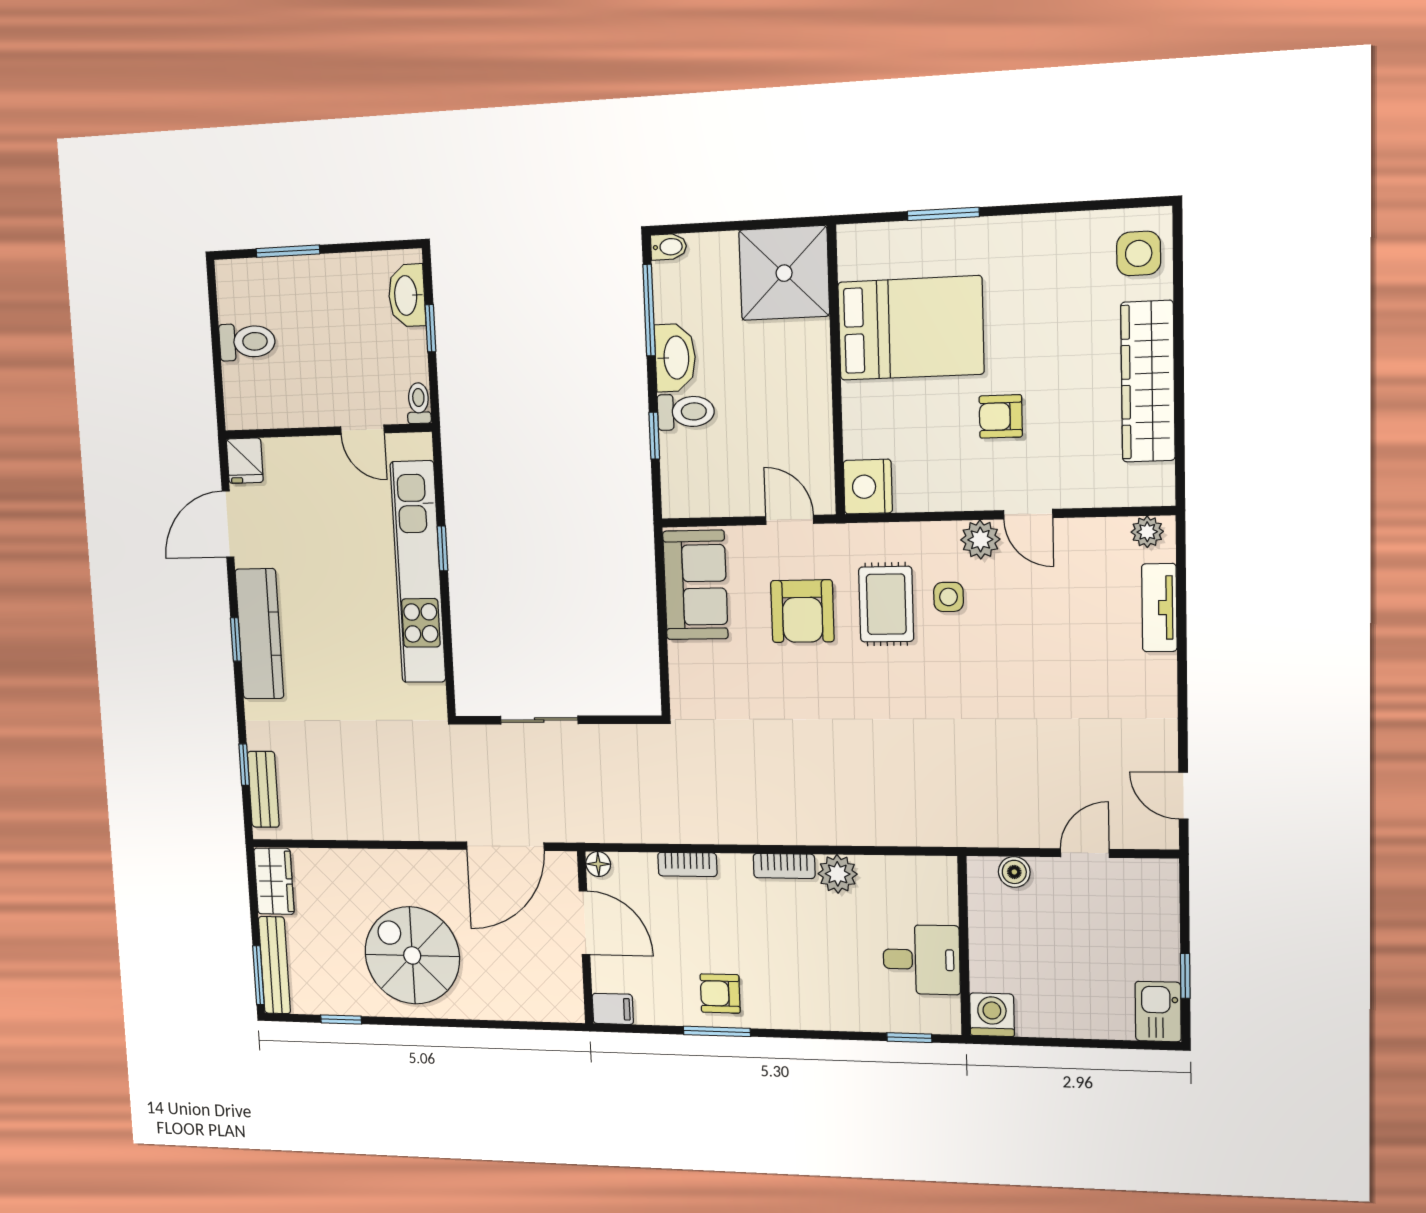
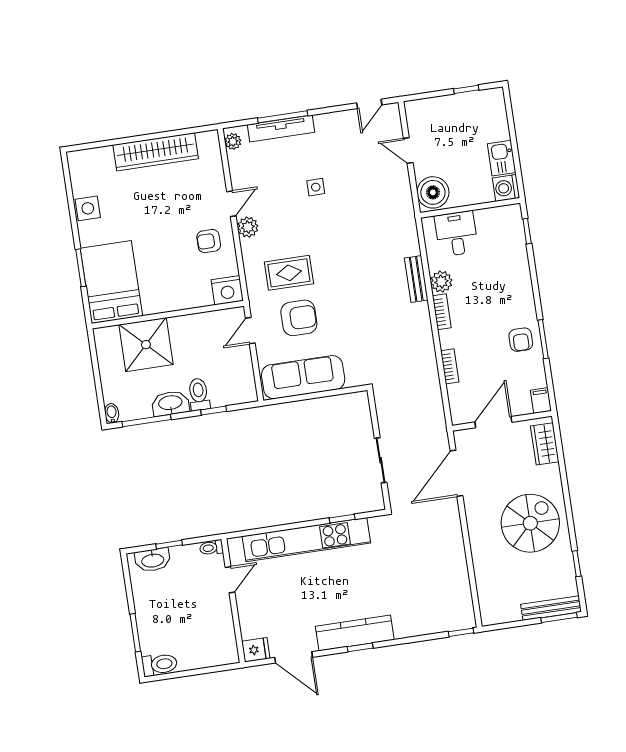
side table: (1139, 253) -> (88, 208), moved
shower: (784, 273) -> (146, 345), moved
bed: (911, 328) -> (111, 282), moved
toilet: (247, 342) -> (160, 664), moved, turned 90
armchair: (1001, 416) -> (209, 241), moved, turned 90
window: (442, 548) -> (342, 519), moved
sofa: (695, 585) -> (303, 377), width x1.36
side table: (949, 597) -> (316, 187), moved
tv unit: (1159, 608) -> (281, 129), width x1.41
window: (1182, 632) -> (283, 117), added
window: (244, 765) -> (461, 632), moved
bench: (263, 789) -> (416, 279), moved, turned 90
door: (505, 846) -> (456, 473), swing flipped
floor lamp: (598, 864) -> (458, 418), removed
boiler: (1014, 872) -> (433, 192), width x1.86, depth x1.86
wardrobe: (274, 881) -> (545, 444), moved, turned -90
spiral stairs: (412, 955) -> (530, 523), turned 180
desk: (921, 960) -> (456, 234), moved
kitchen sink: (1158, 1012) -> (502, 158), moved, turned 90

